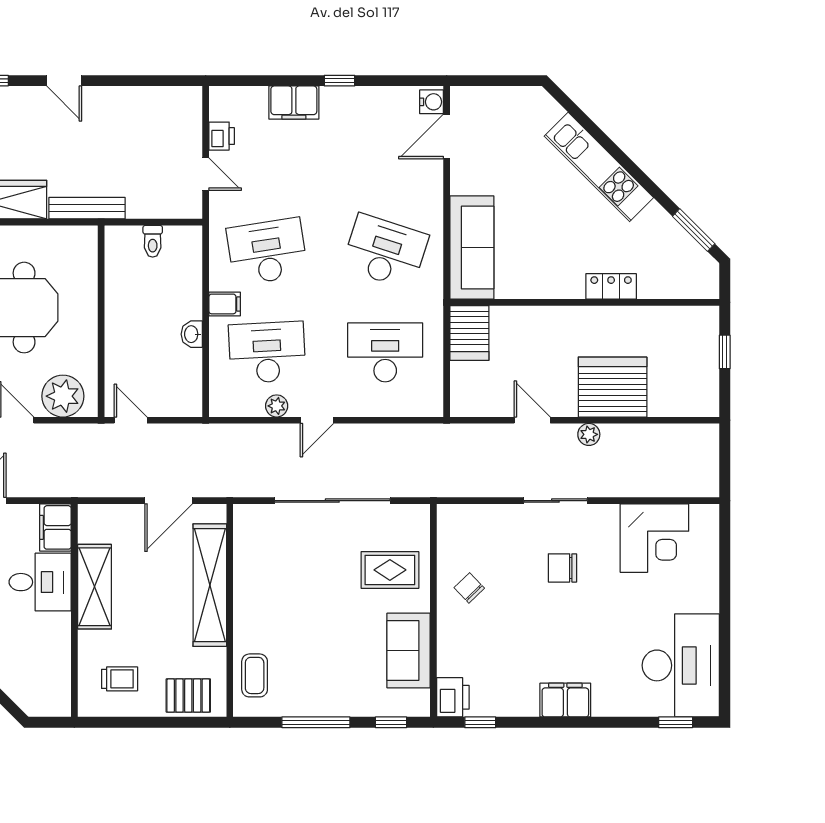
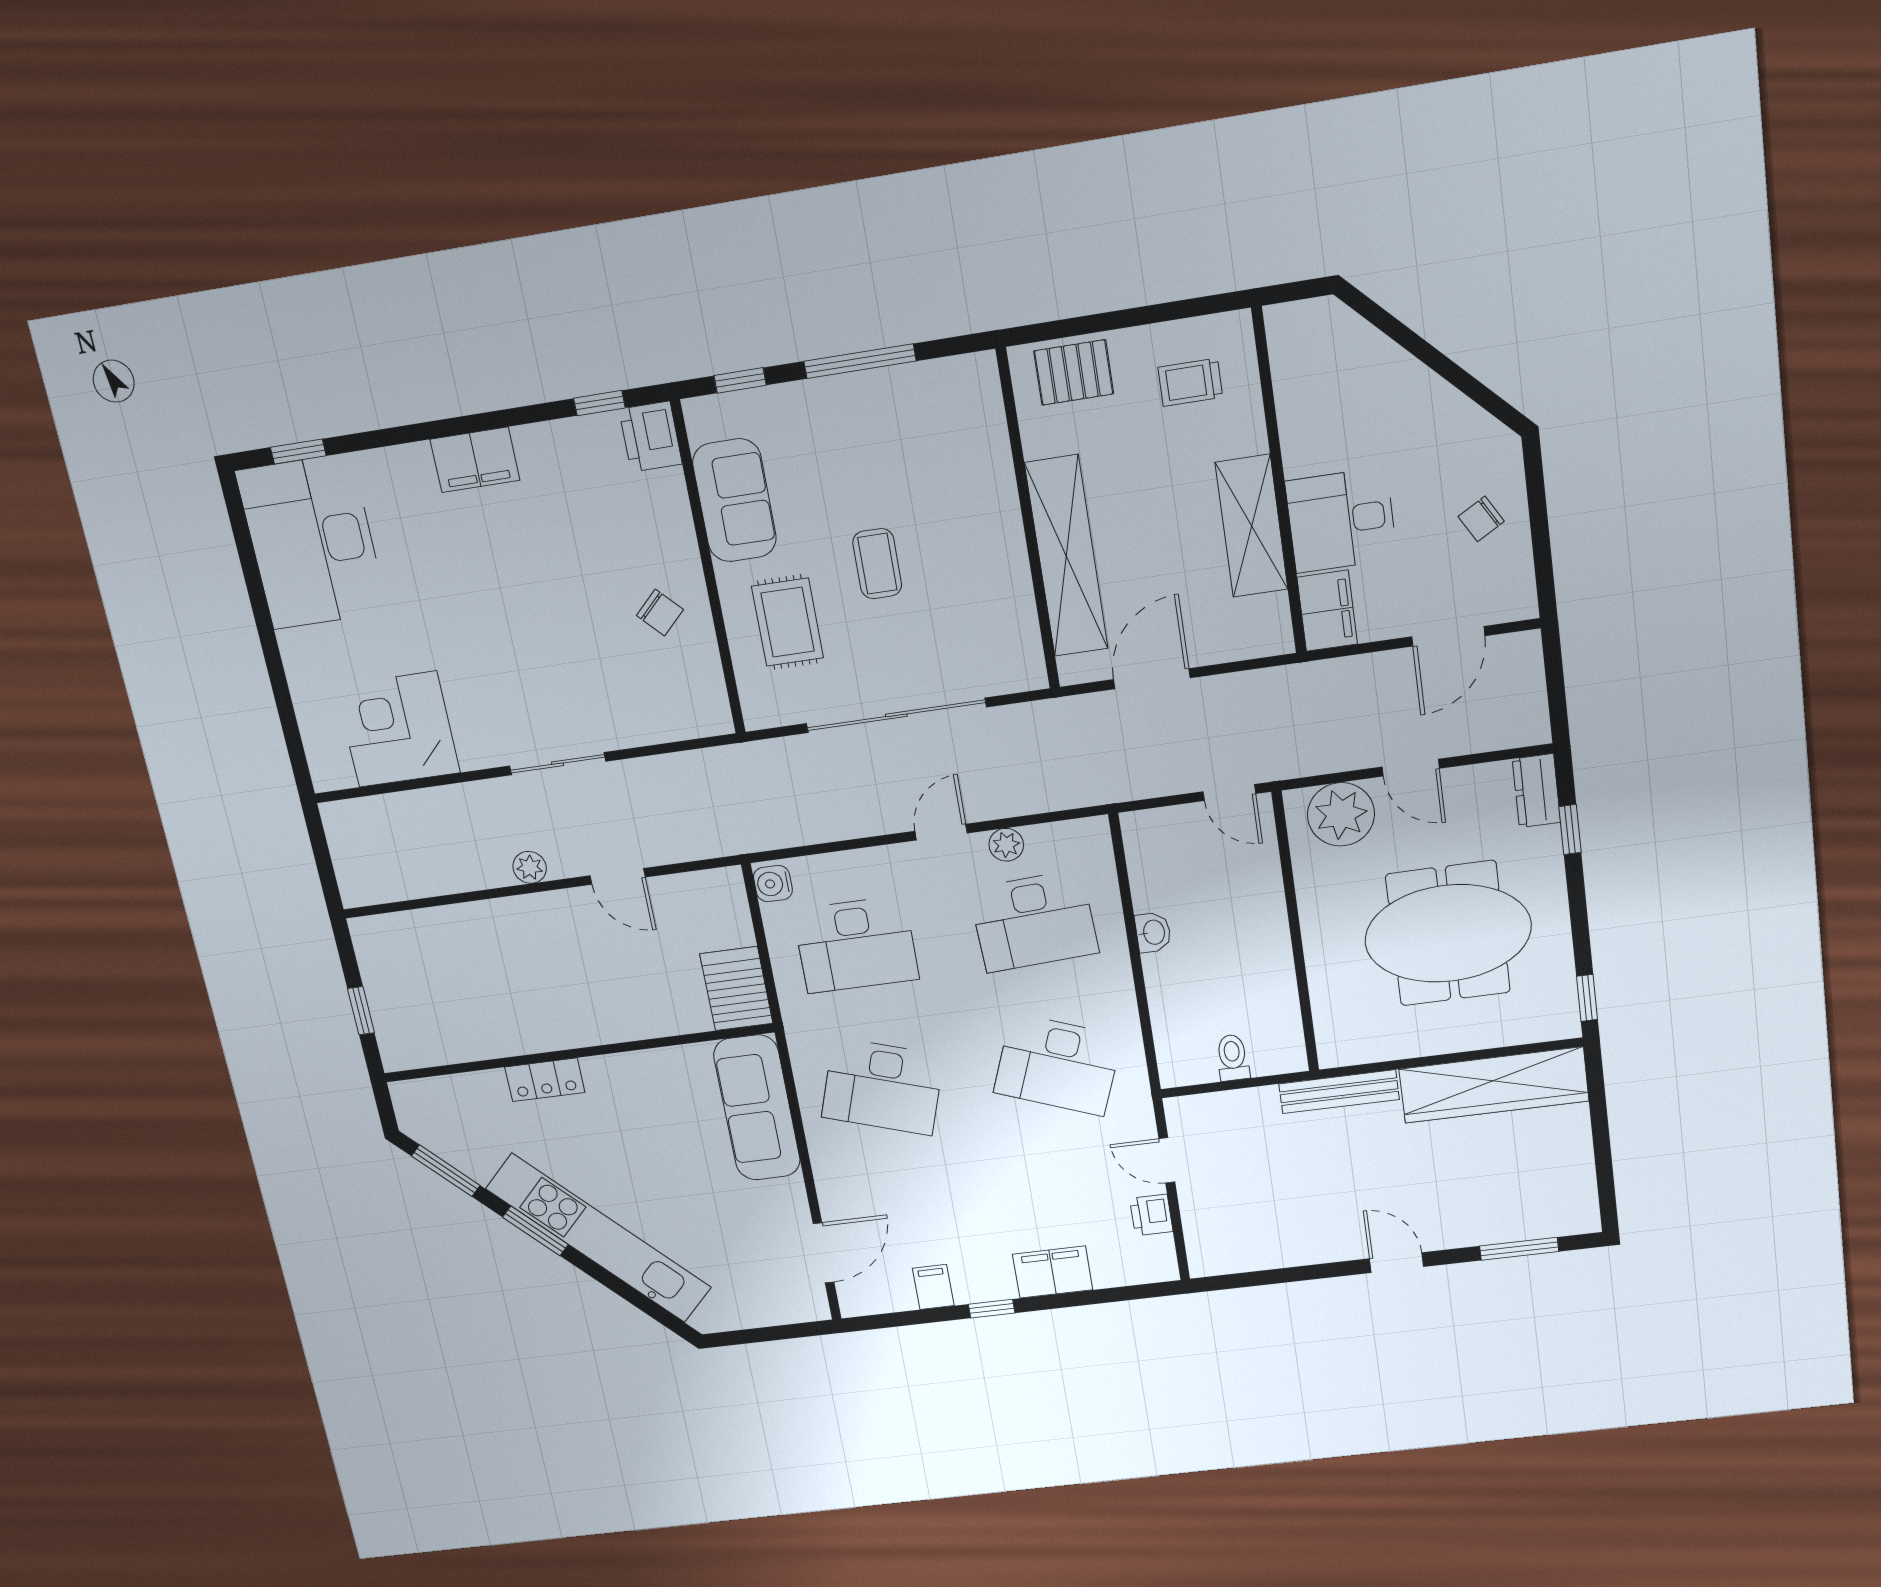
water cooler: (432, 102) -> (773, 884), moved
kitchen unit: (599, 167) -> (599, 1238), width x1.36
window: (642, 178) -> (535, 1231), added
desk: (267, 252) -> (1058, 1065), turned 30
filing cabinet: (225, 304) -> (933, 1287), moved, turned 90
server rack: (613, 387) -> (510, 940), removed
chair: (562, 568) -> (525, 664), removed
rug: (390, 570) -> (788, 622), turned 90
coffee table: (255, 675) -> (877, 564), moved

